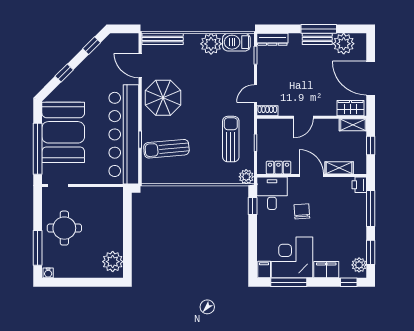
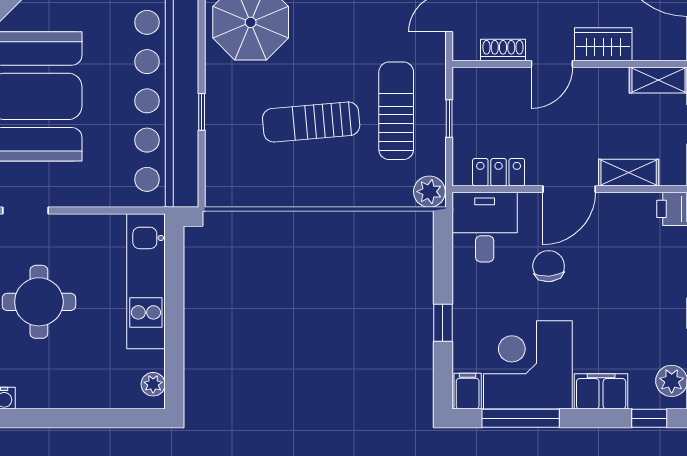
wardrobe: (351, 108) -> (603, 44), moved
shoe rack: (267, 111) -> (503, 50), moved
sun lounger: (166, 149) -> (311, 122), moved
door: (311, 176) -> (569, 189), swing flipped
window: (253, 206) -> (443, 323), moved
kitchen unit: (114, 218) -> (146, 281), added
plant: (113, 262) -> (153, 384), width x0.53, depth x0.53

